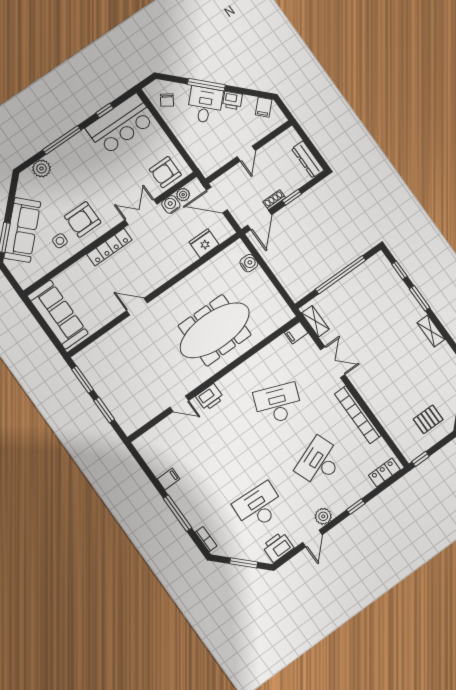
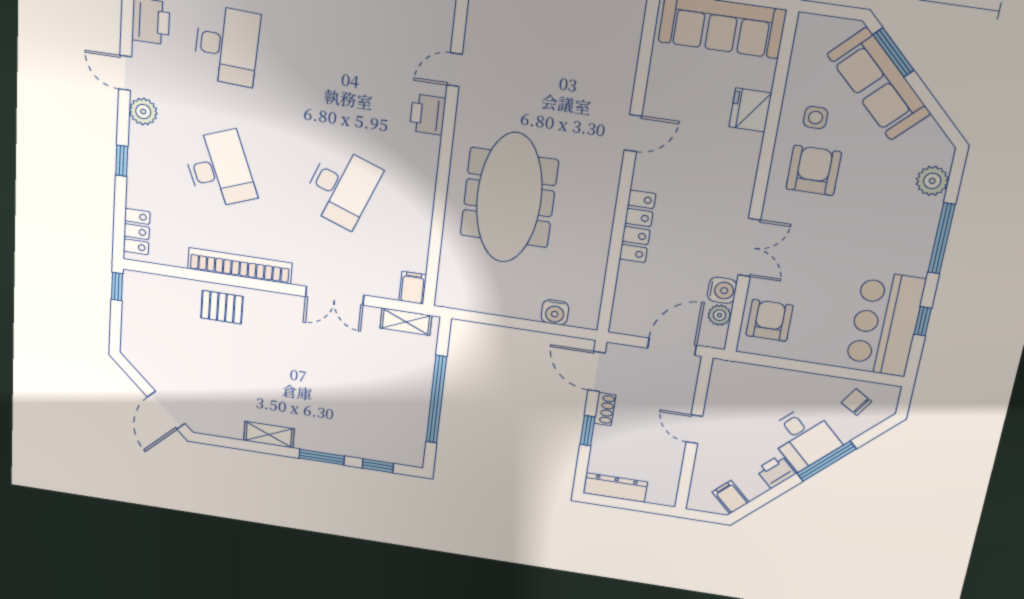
fridge: (204, 243) -> (750, 110), moved, turned 180
locker: (109, 247) -> (637, 227), moved, turned 180
pallet: (428, 419) -> (222, 307), moved, turned 90

